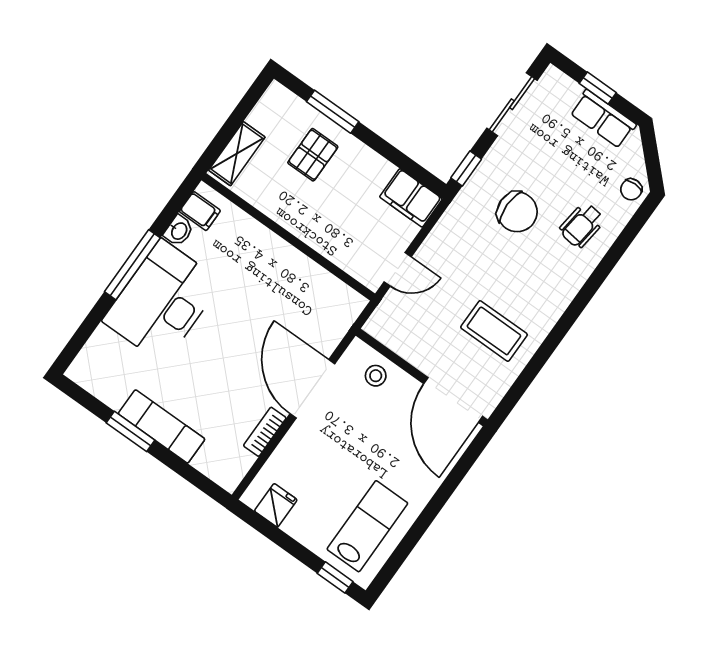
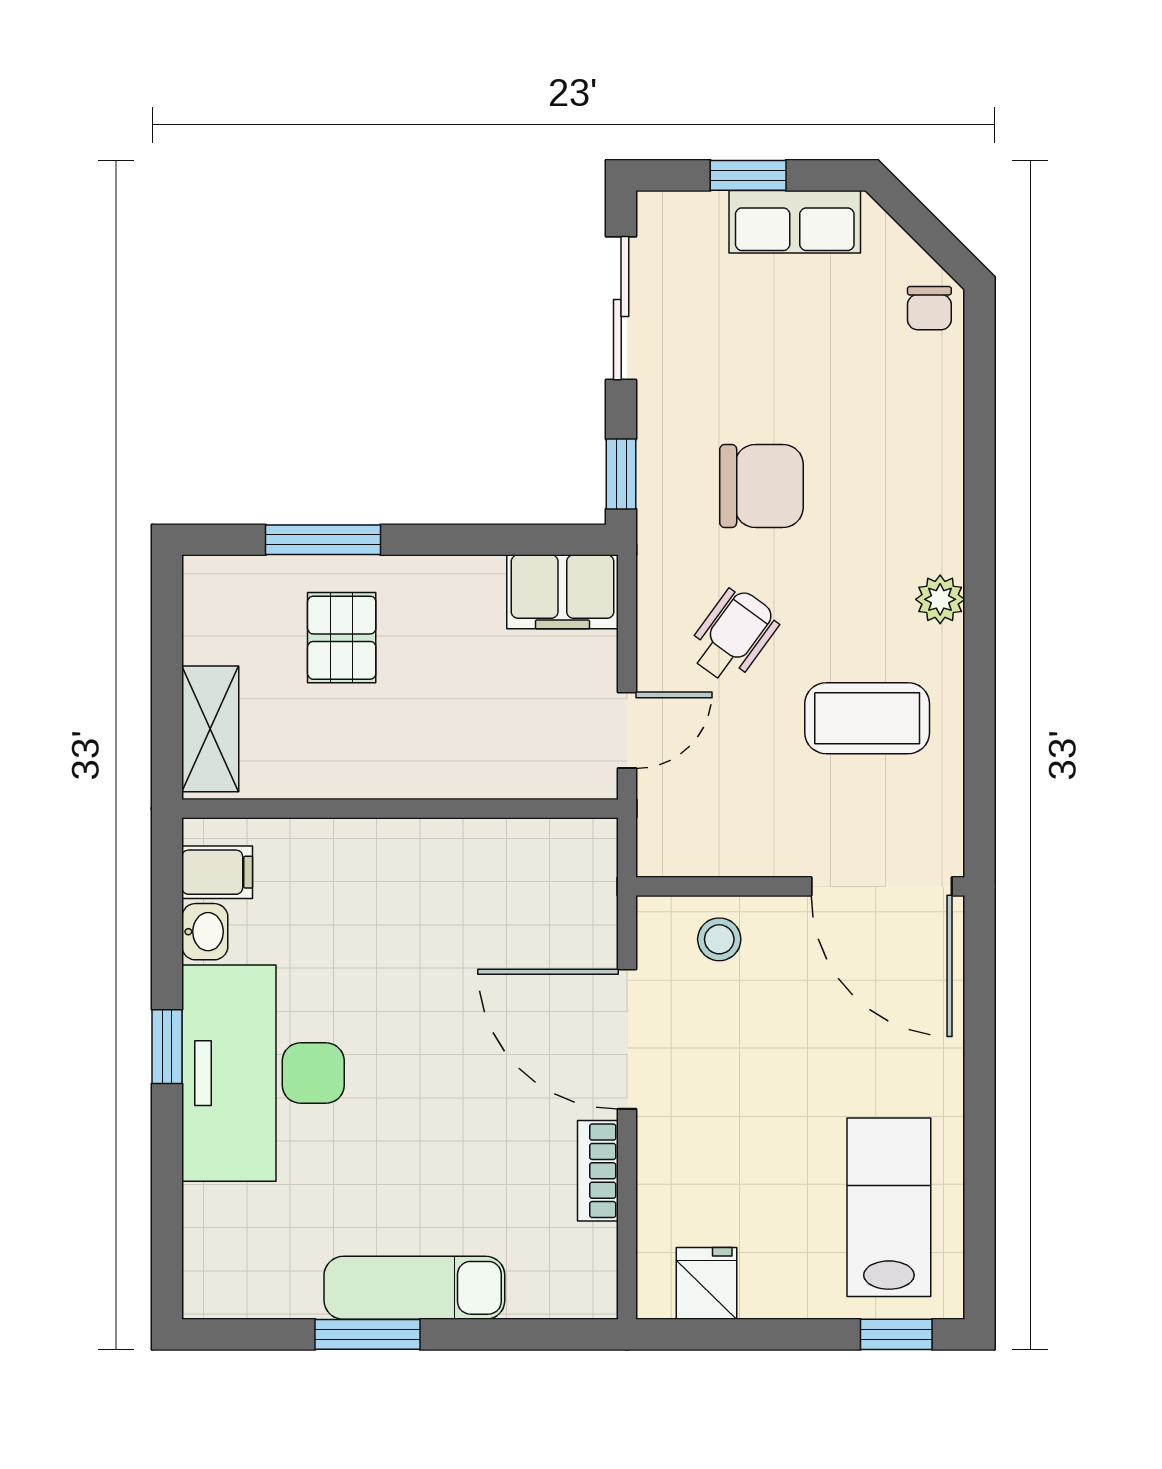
wheelchair: (582, 225) -> (733, 636), moved, turned -151
window: (132, 265) -> (167, 1047), width x0.46
plant: (555, 305) -> (940, 599), added

